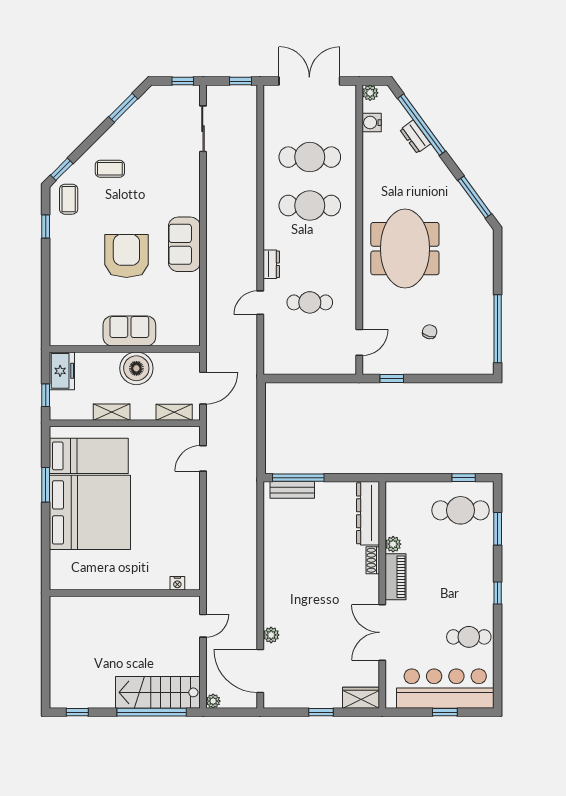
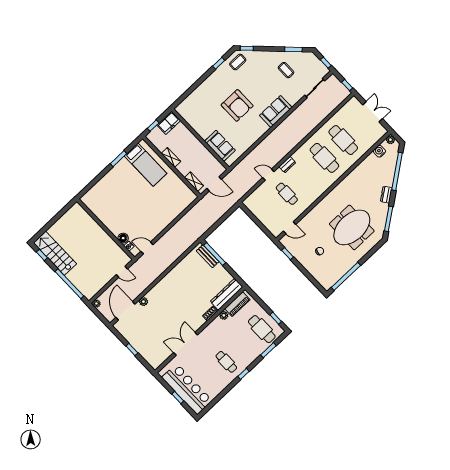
double door: (309, 81) -> (373, 112), width x0.73
dresser: (415, 137) -> (386, 195), moved
coffee table: (110, 169) -> (286, 70), moved
sofa: (184, 244) -> (276, 111), moved
meeting table: (405, 249) -> (352, 227), moved
armchair: (126, 256) -> (237, 105), turned 90
sofa: (129, 331) -> (220, 146), moved
boiler: (136, 368) -> (197, 151), removed
door: (203, 458) -> (147, 248), moved
bed: (90, 512) -> (124, 186), removed
piano: (395, 577) -> (237, 304), moved
floor lamp: (159, 581) -> (123, 238), added
cafe table: (469, 637) -> (226, 362), moved
stairs: (158, 692) -> (55, 253), moved
wardrobe: (361, 698) -> (152, 360), removed

